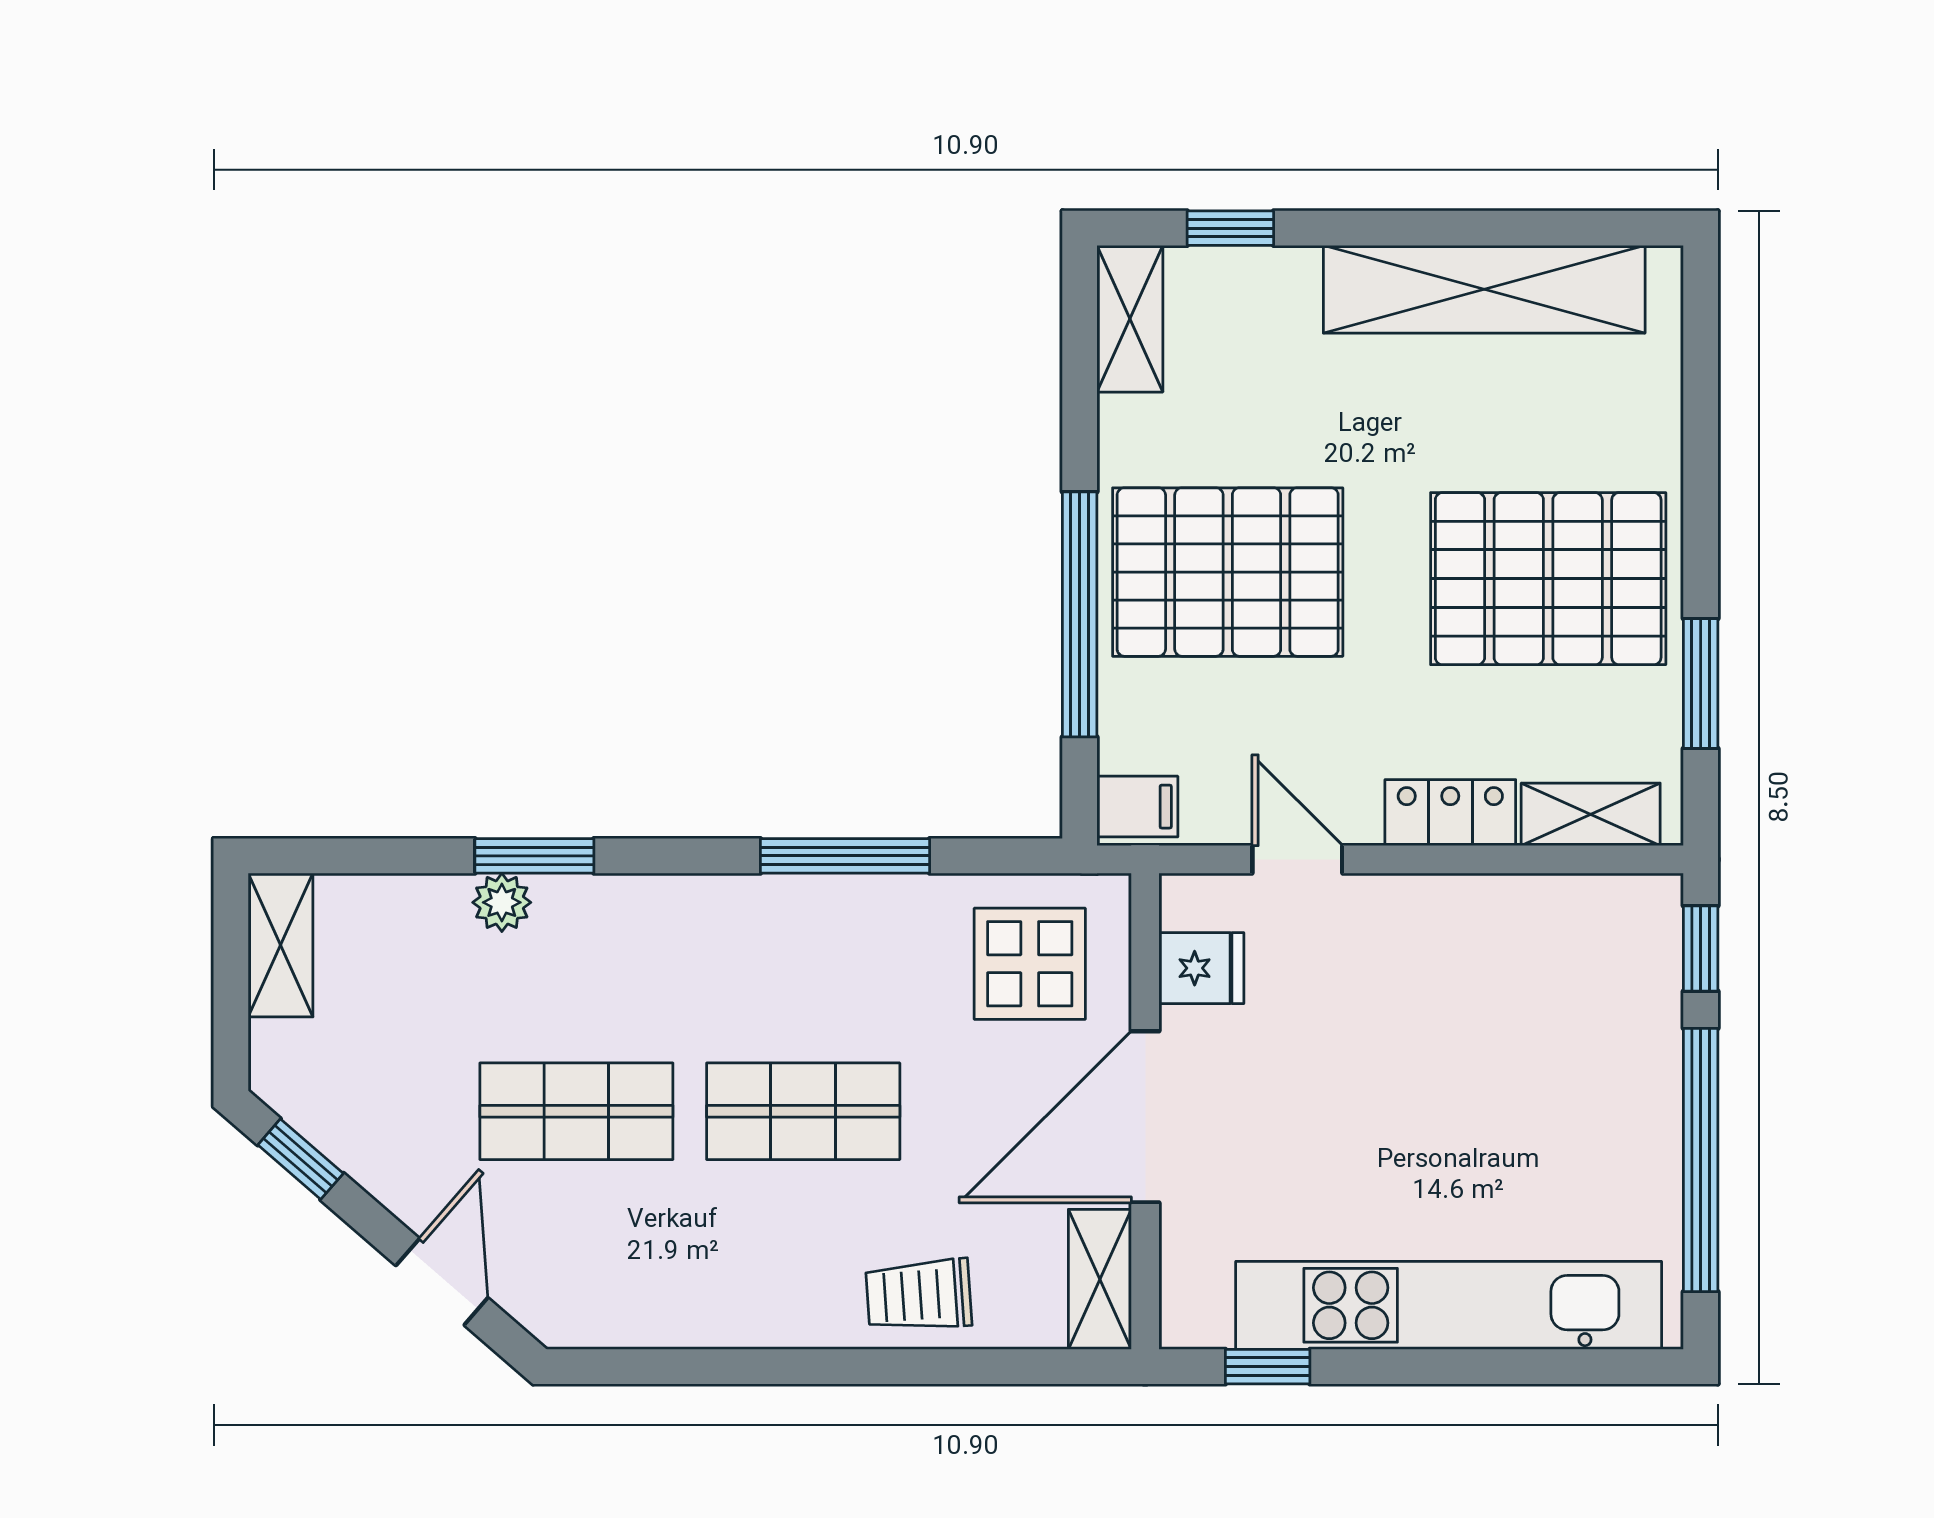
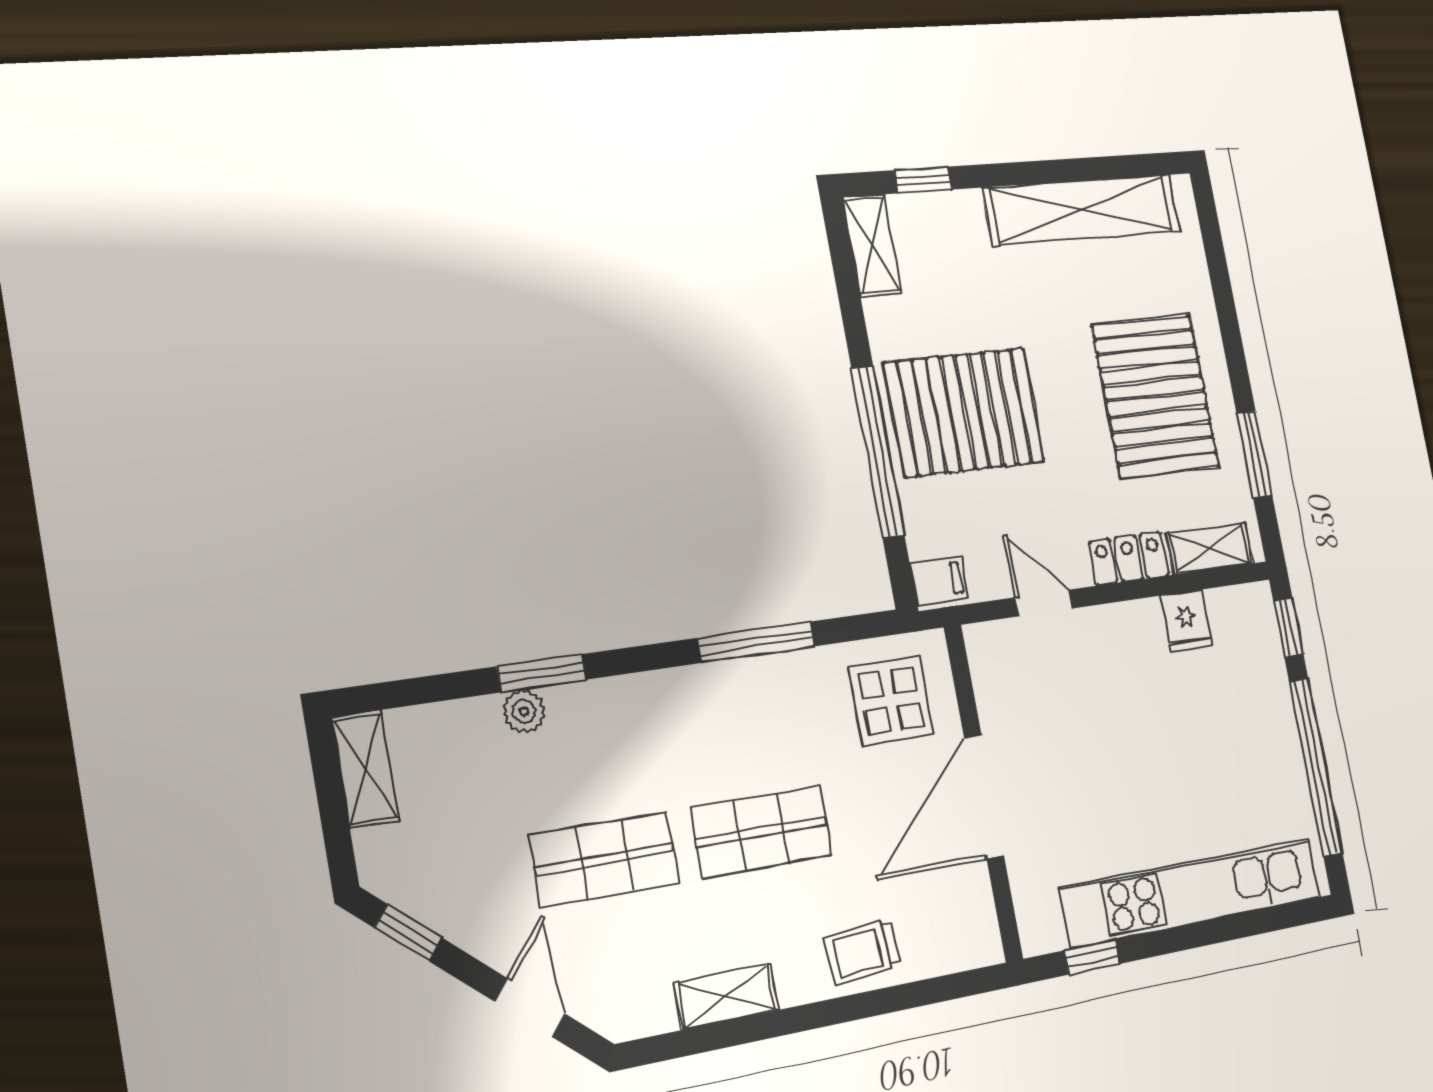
pallet: (1548, 579) -> (1155, 396), turned 90
fridge: (1201, 968) -> (1186, 621), moved, turned 90
shelving: (1100, 1279) -> (726, 996), moved, turned 90

